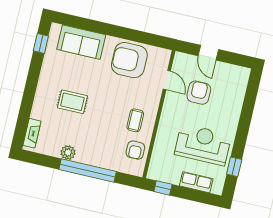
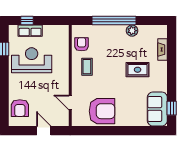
sofa: (81, 42) -> (157, 109), moved, turned -90
armchair: (199, 93) -> (20, 108), moved
fireplace: (32, 133) -> (163, 50), moved
reception desk: (203, 145) -> (32, 60), turned 180
window: (163, 188) -> (27, 21), moved

